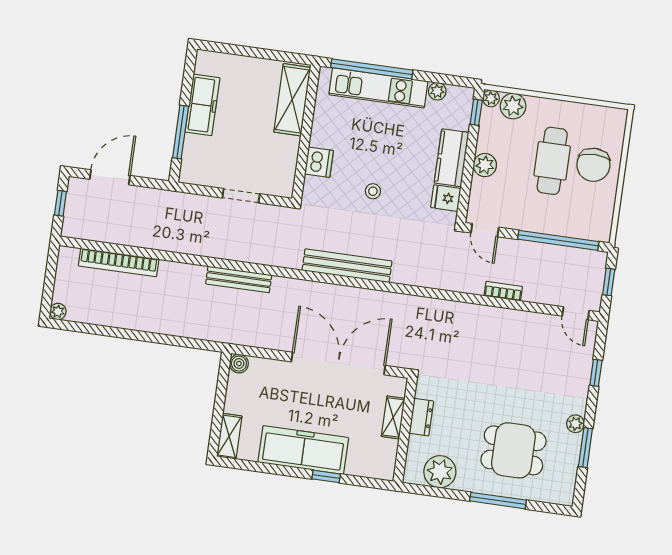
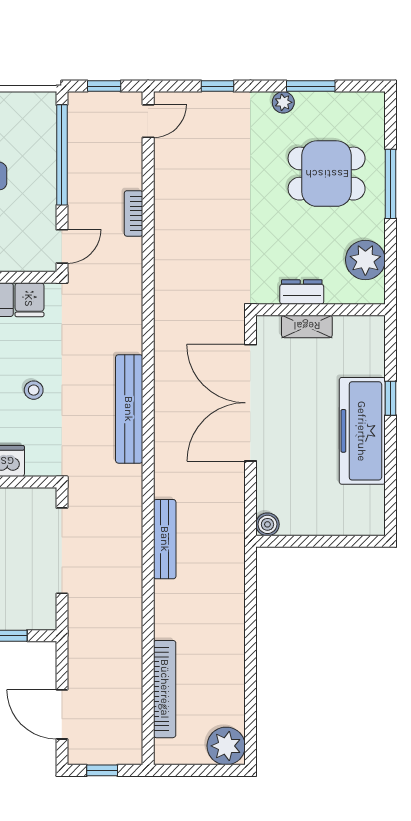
doorway: (241, 196) -> (62, 551), width x1.88
plant: (58, 312) -> (226, 746), width x1.88, depth x1.88
shelving: (229, 436) -> (358, 524), removed
dining table: (513, 450) -> (327, 174), turned 90

